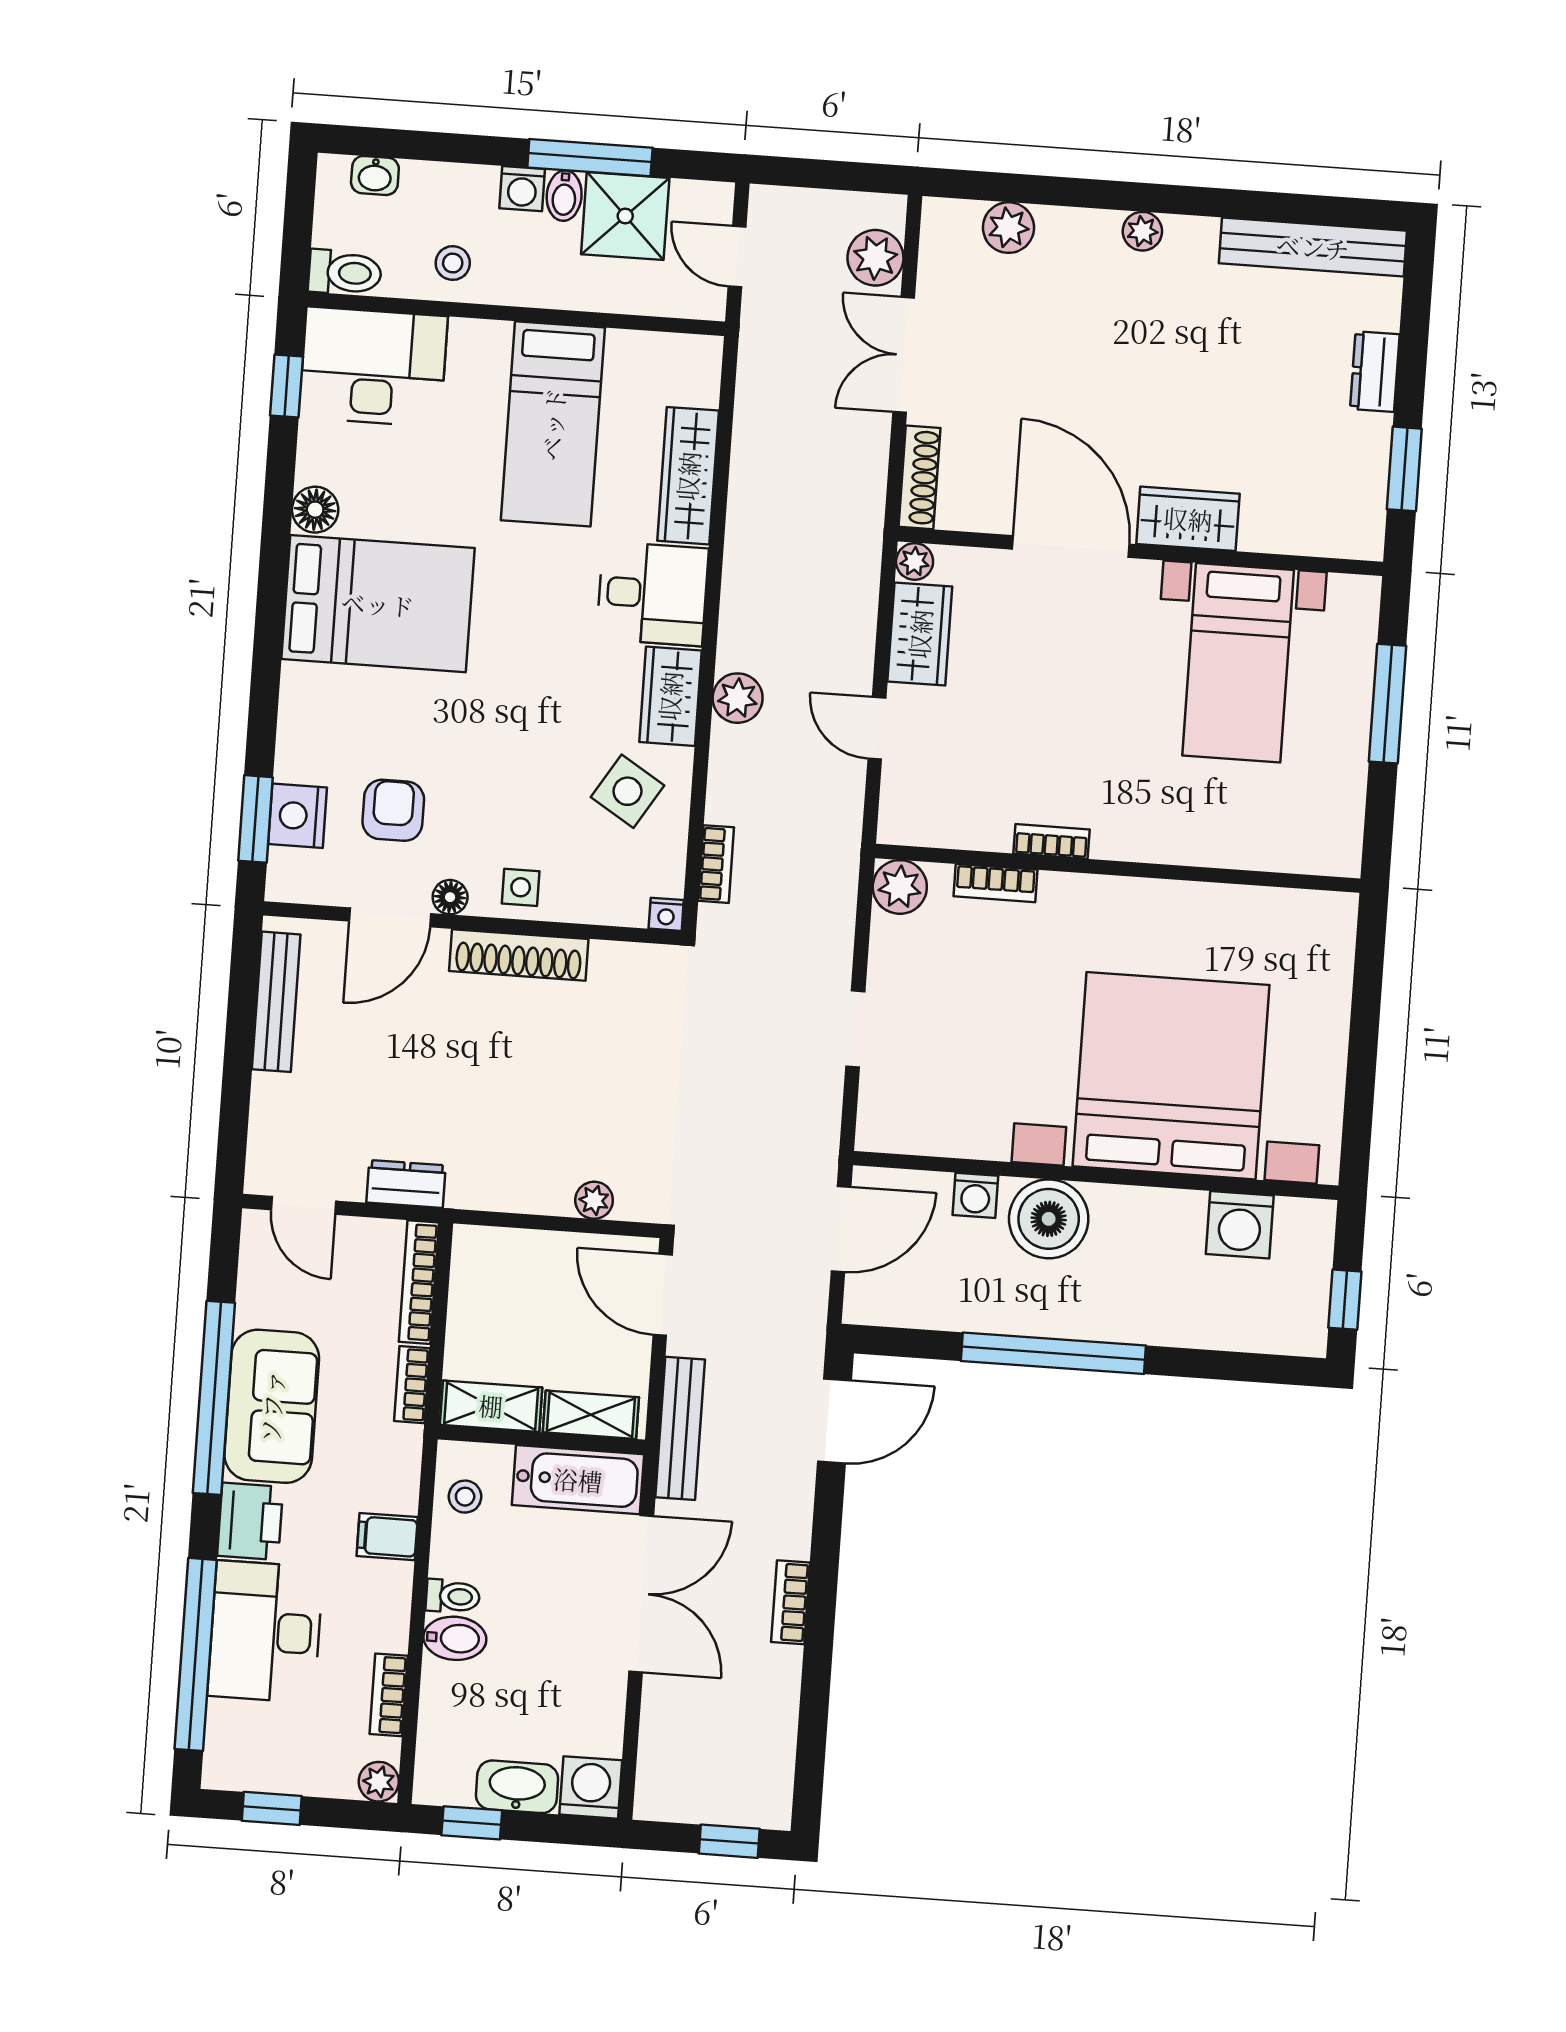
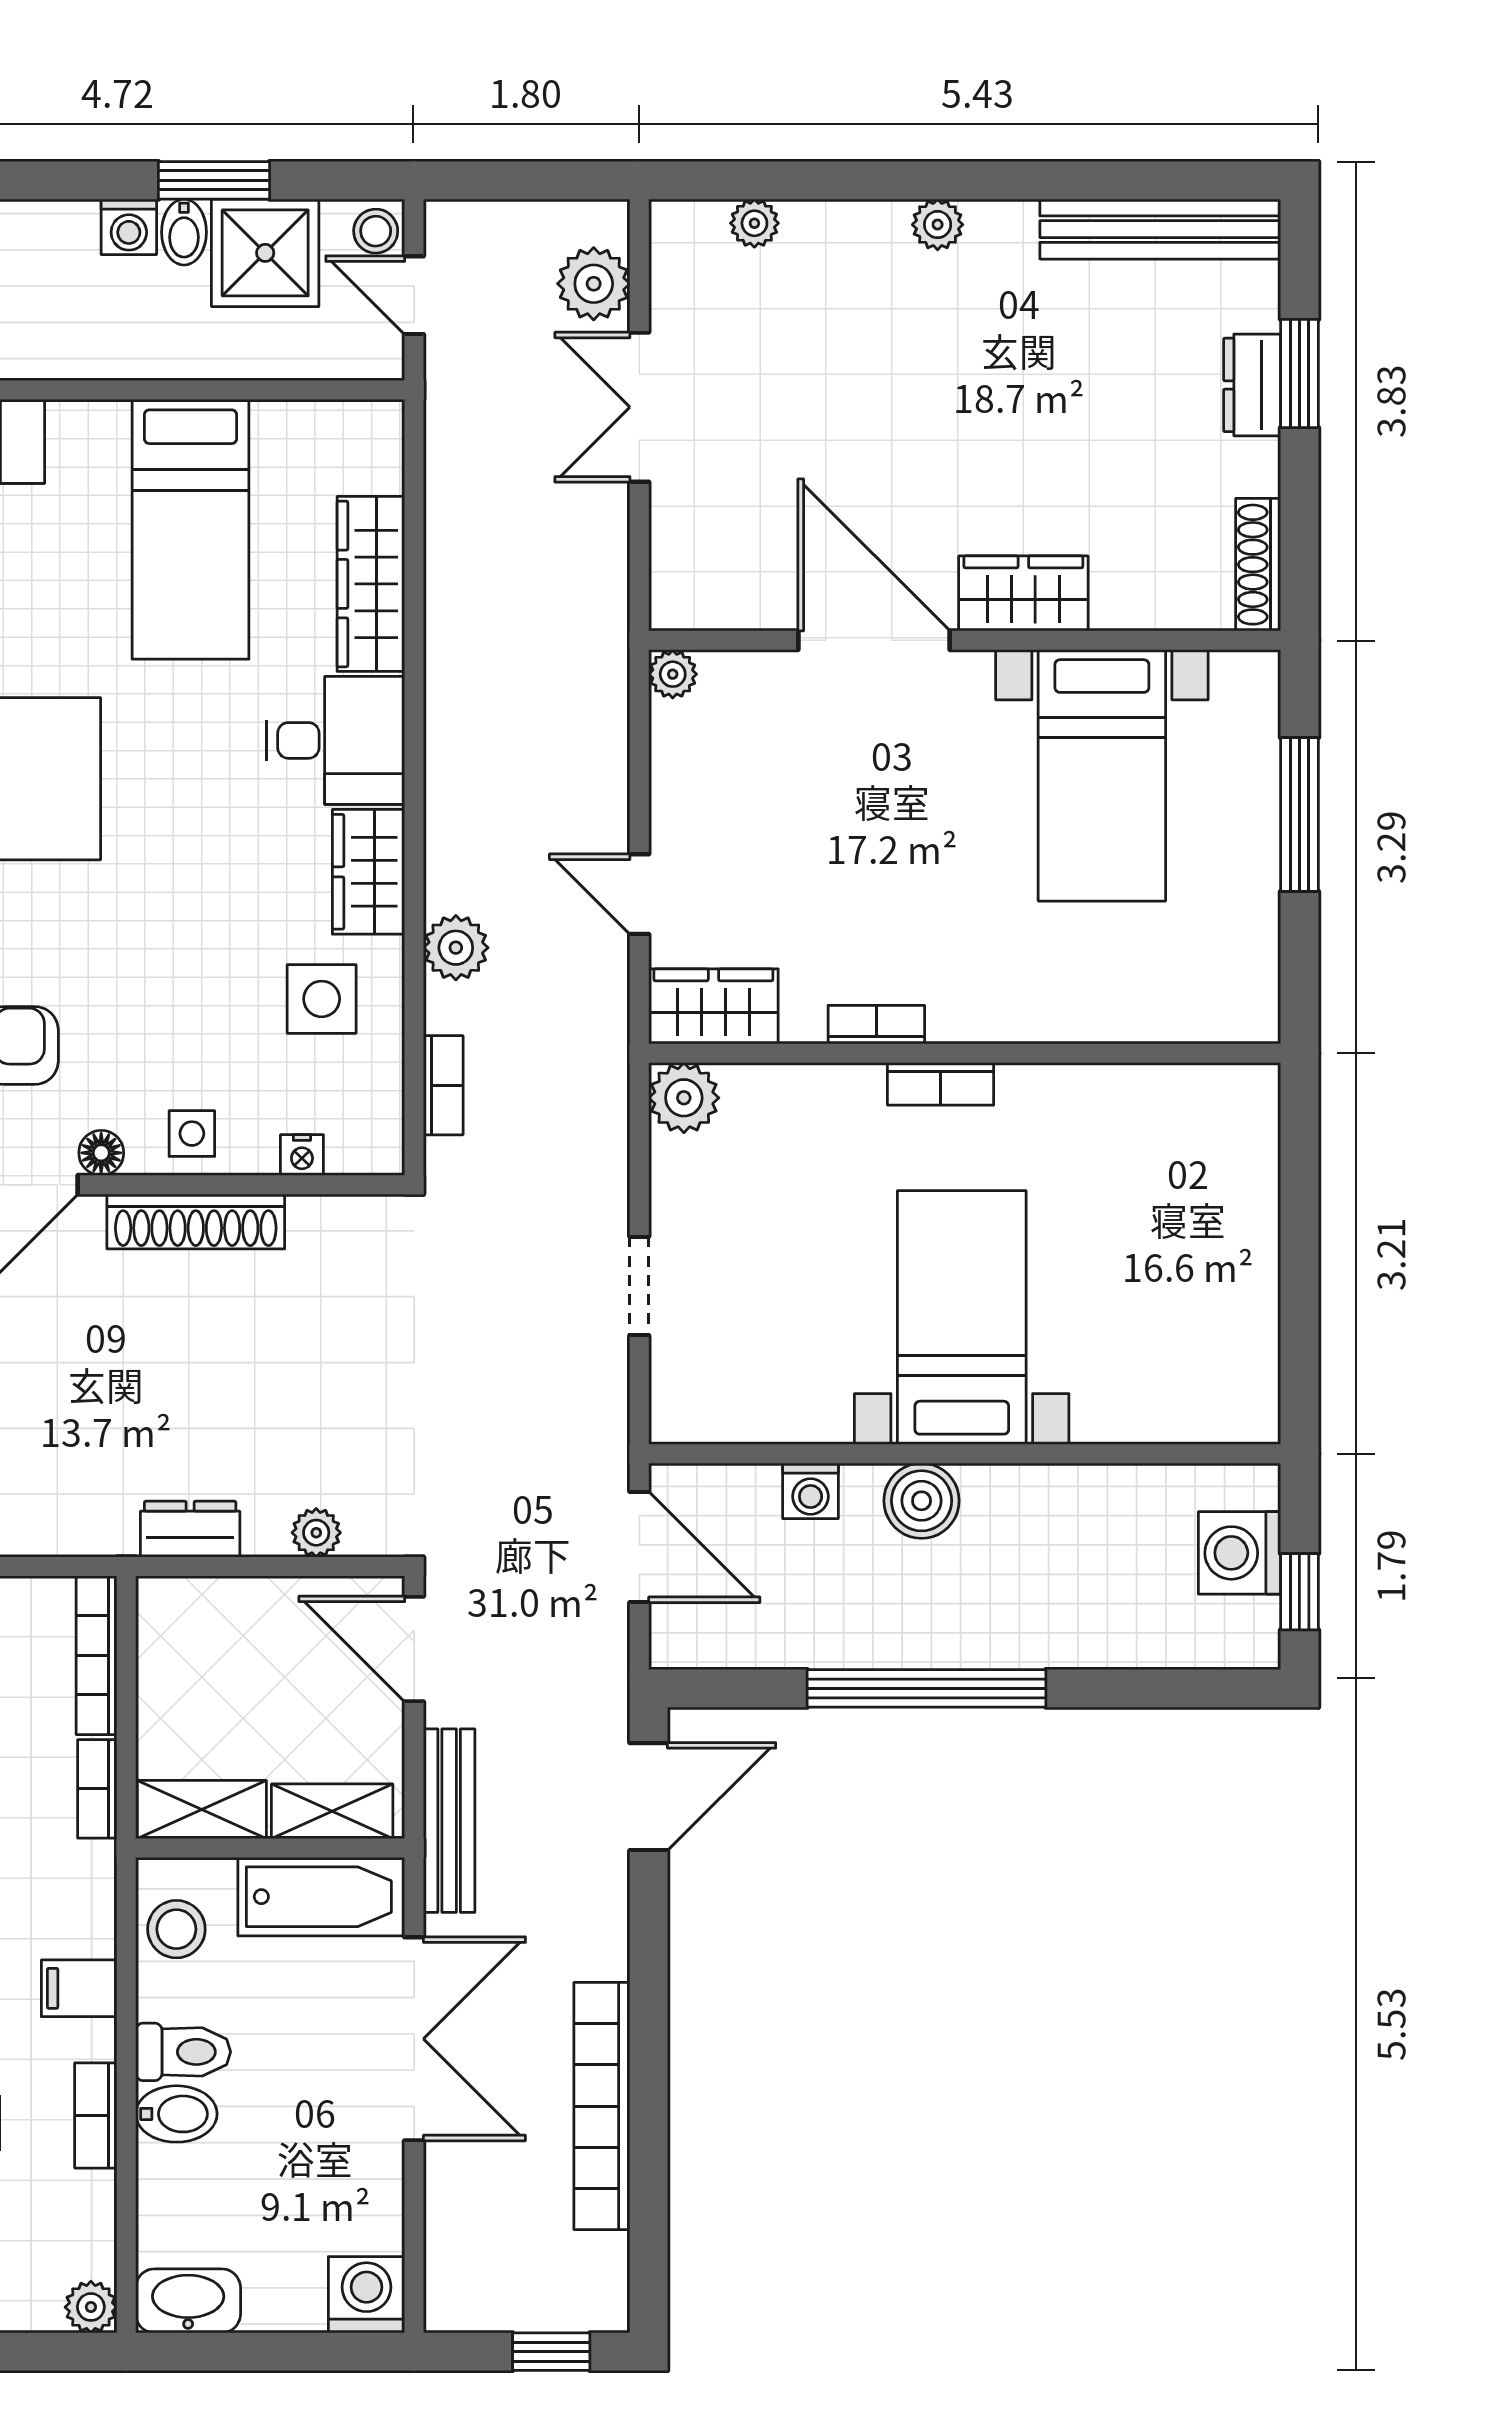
window: (590, 158) -> (214, 180), width x0.69
plant: (1008, 228) -> (754, 223), width x0.73, depth x0.73
stool: (453, 263) -> (376, 231), moved
window: (1404, 469) -> (1299, 373), moved
shoe rack: (920, 477) -> (1258, 565), moved, turned 180
wardrobe: (920, 634) -> (713, 1006), moved, turned -90
plant: (738, 698) -> (456, 948), moved
side table: (628, 791) -> (322, 999), turned -32
bookcase: (995, 883) -> (941, 1084), moved
nightstand: (666, 914) -> (302, 1155), moved
bed with nightstands: (1171, 1076) -> (962, 1317), width x0.54
dresser: (406, 1184) -> (190, 1529), moved
boiler: (1049, 1219) -> (922, 1501), width x0.73, depth x0.73
washing machine: (1240, 1225) -> (1240, 1553), moved, turned 90
door: (841, 1229) -> (639, 1547), hinge flipped
stool: (465, 1497) -> (176, 1929), width x1.37, depth x1.37
toilet: (453, 1596) -> (183, 2052), width x1.37, depth x1.39
bookcase: (791, 1602) -> (602, 2106), width x2.31, depth x1.31
bookcase: (389, 1695) -> (96, 2115), moved
washbasin: (517, 1787) -> (188, 2301), moved
window: (472, 1823) -> (215, 2352), removed

